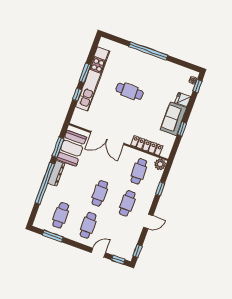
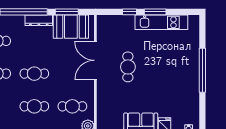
kitchen unit: (93, 79) -> (161, 22), width x0.73
cafe table: (130, 91) -> (128, 67), moved
locker: (147, 146) -> (102, 105), removed

